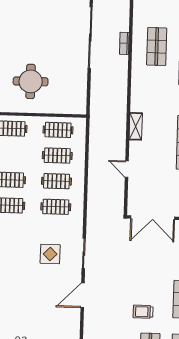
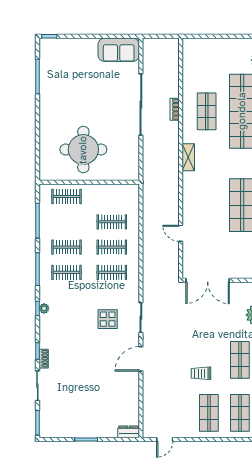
round table: (31, 81) -> (83, 150), width x1.36, depth x1.36
shelving: (136, 126) -> (188, 157), moved
clothes rail: (58, 130) -> (112, 197), removed

